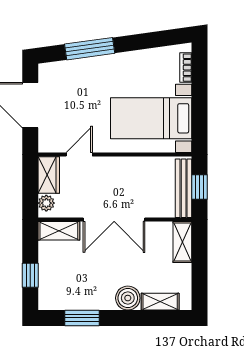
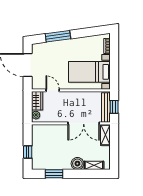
door: (79, 154) -> (53, 90), hinge flipped
double door: (114, 219) -> (84, 123), moved
shelving: (59, 231) -> (42, 129), removed

